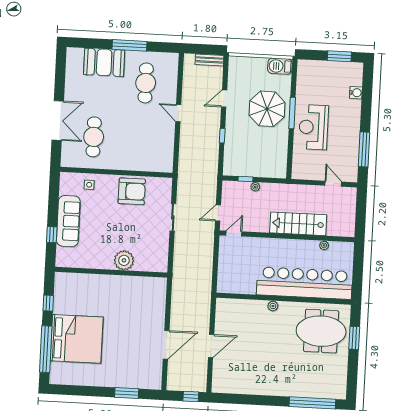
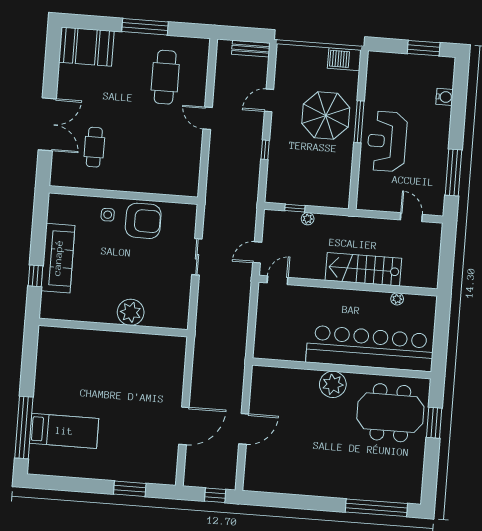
booth: (104, 62) -> (86, 47), moved
cafe table: (94, 137) -> (94, 147), width x0.73, depth x0.74
side table: (89, 185) -> (108, 215), moved
window: (48, 303) -> (29, 367), removed
plant: (273, 306) -> (333, 384), width x1.88, depth x1.88
bed: (77, 339) -> (64, 431), width x0.49

